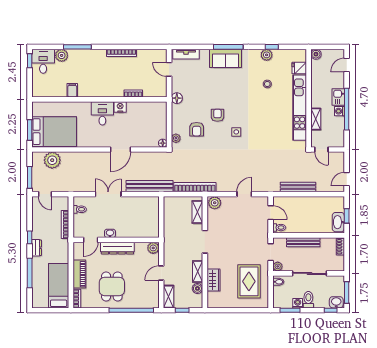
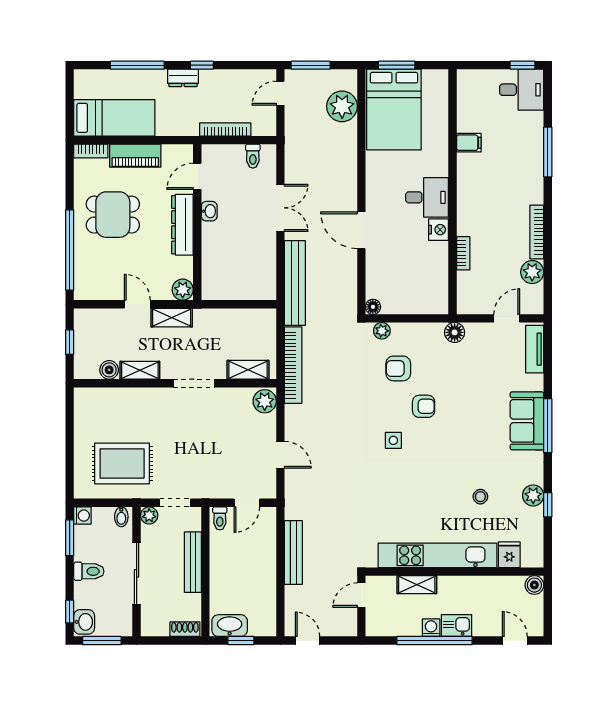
plant: (62, 55) -> (532, 272), moved
door: (91, 240) -> (197, 176), hinge flipped
wardrobe: (213, 280) -> (124, 399), removed
shelving: (169, 297) -> (172, 318), moved
washing machine: (298, 303) -> (82, 516), moved

